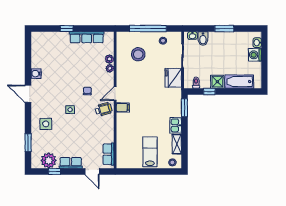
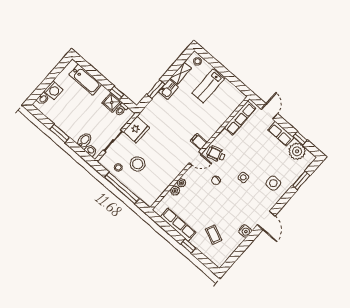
coffee table: (56, 52) -> (214, 235), added
stool: (138, 54) -> (138, 164), moved
shower: (217, 82) -> (112, 102), moved
window: (184, 108) -> (156, 89), moved
row of seats: (108, 154) -> (240, 118), width x1.48

